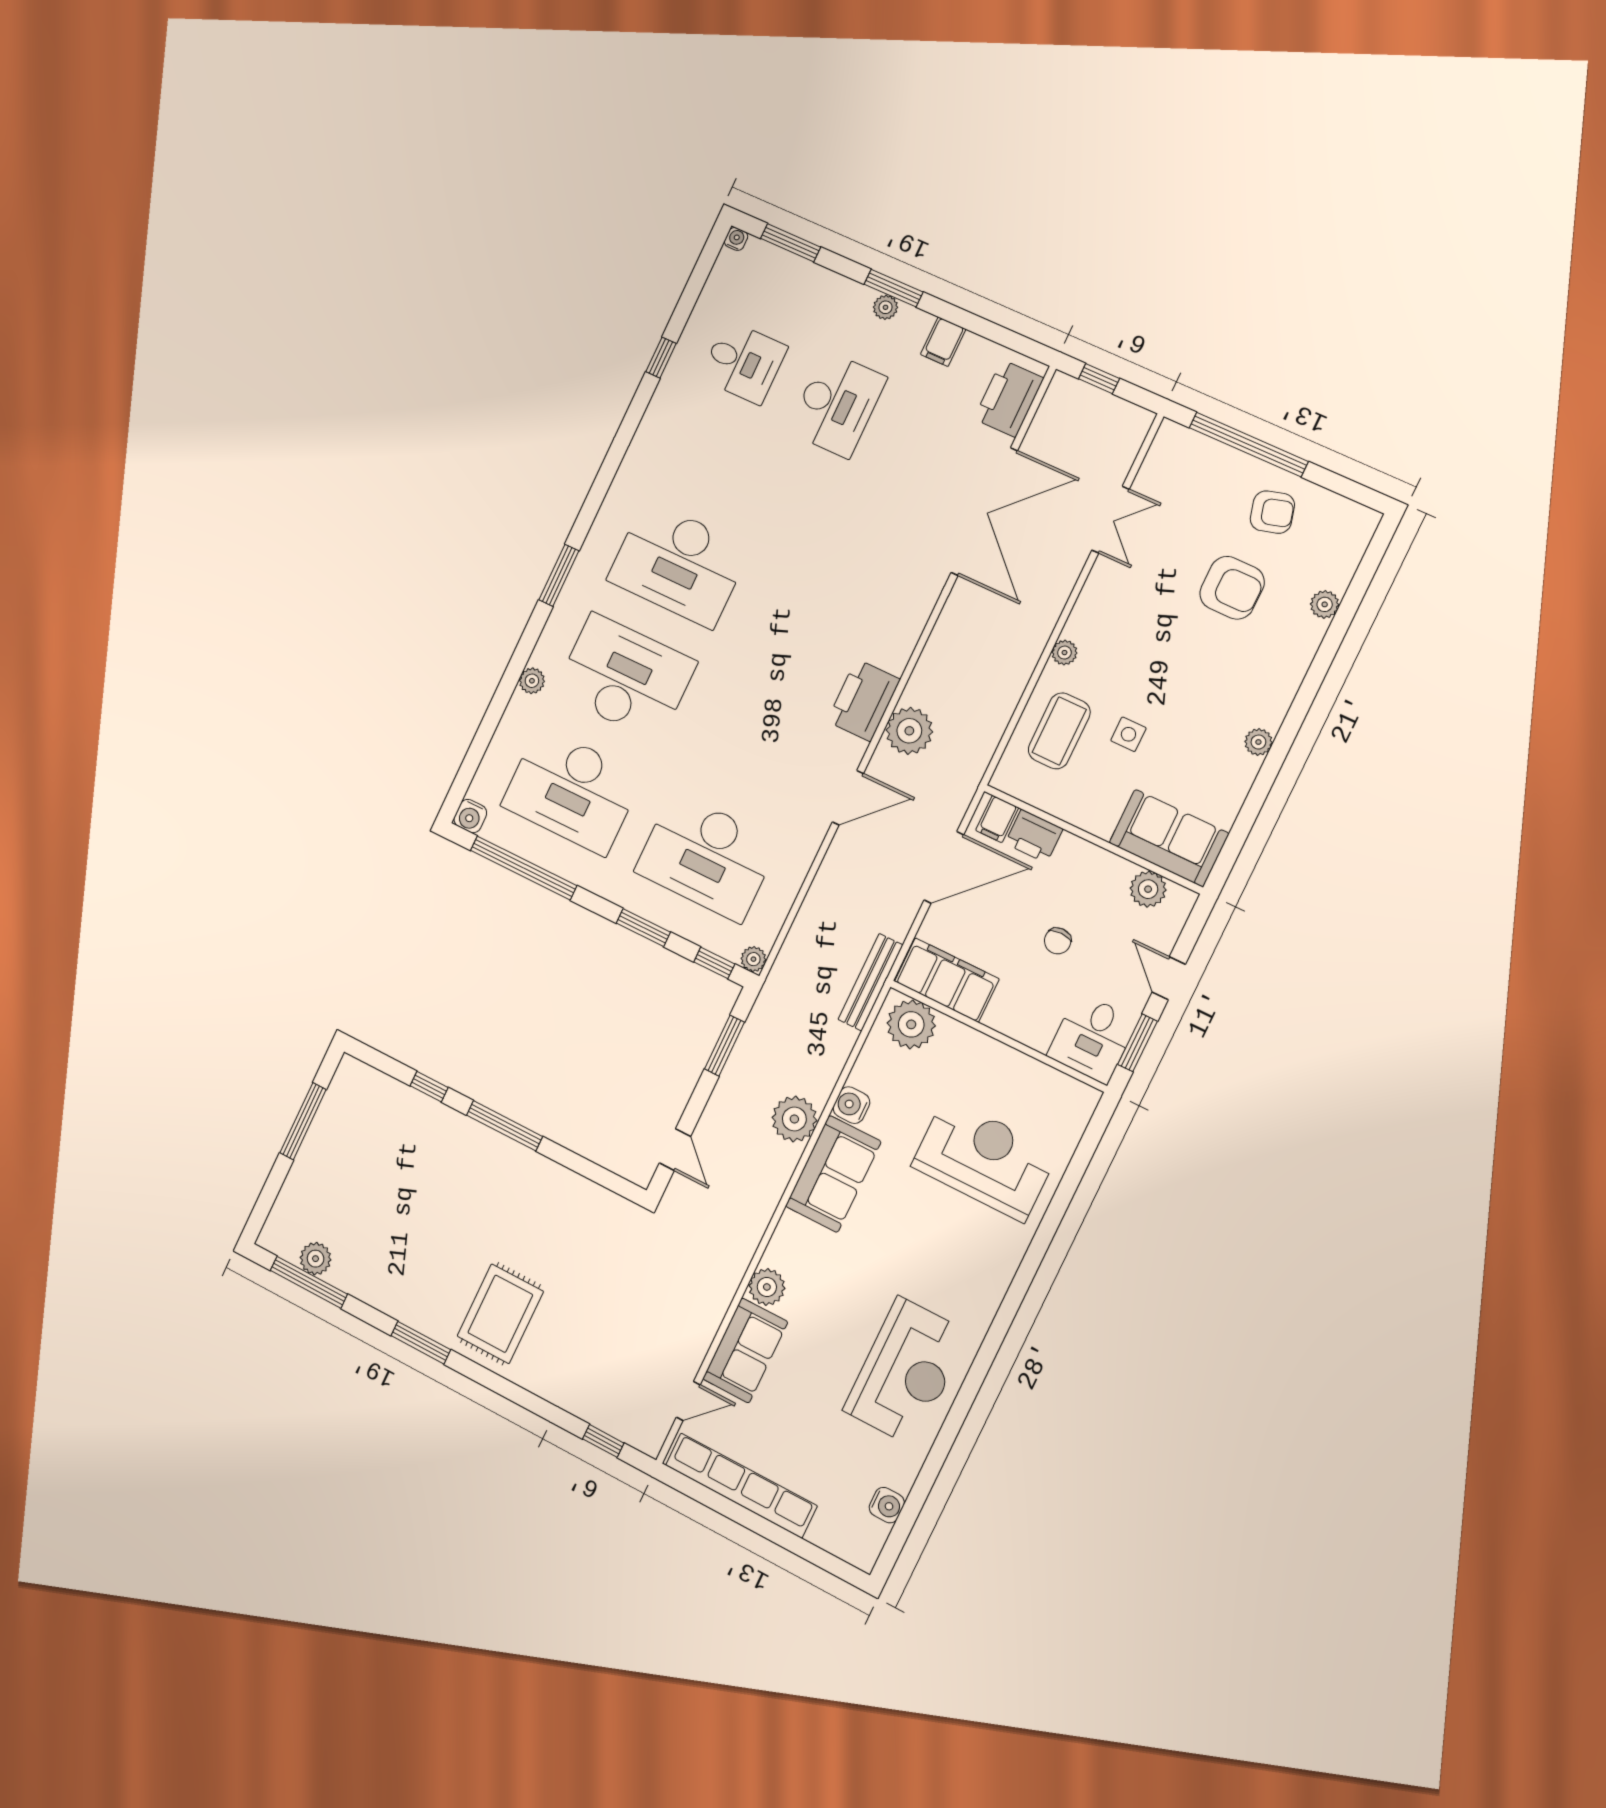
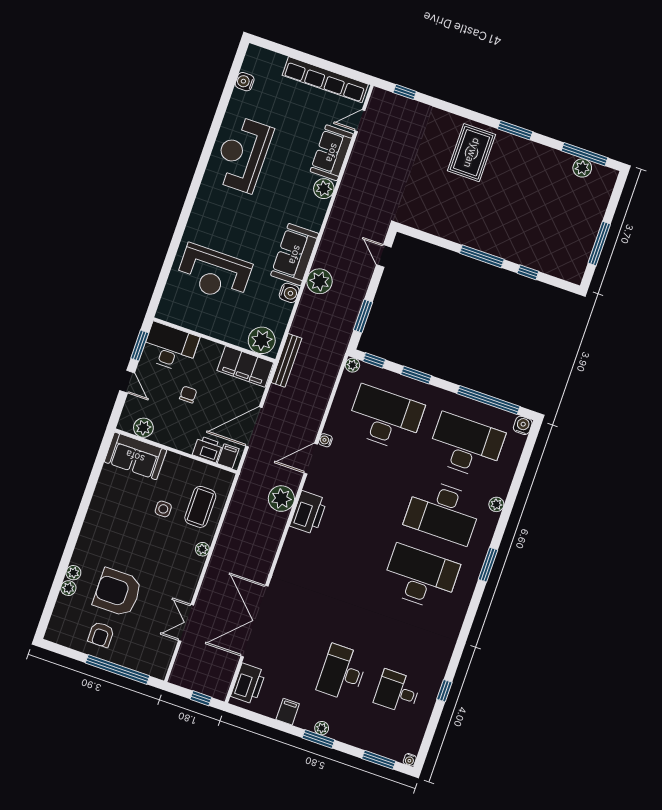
armchair: (1272, 512) -> (101, 635), turned -75
armchair: (1232, 588) -> (118, 592), width x1.36, depth x1.36
plant: (1258, 742) -> (73, 573), moved
water cooler: (818, 828) -> (325, 440), added
desk: (1092, 1038) -> (170, 347), width x1.37

